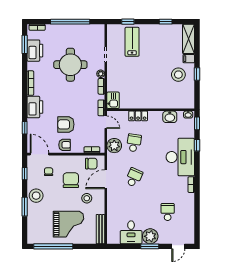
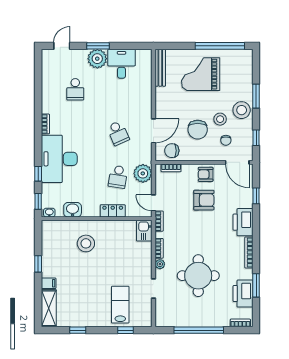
lab bench: (132, 42) -> (120, 305), turned 180
window: (25, 44) -> (256, 285), moved
stool: (178, 75) -> (86, 243), moved
school desk: (134, 177) -> (118, 133), turned -48
stool: (87, 198) -> (220, 119), moved

